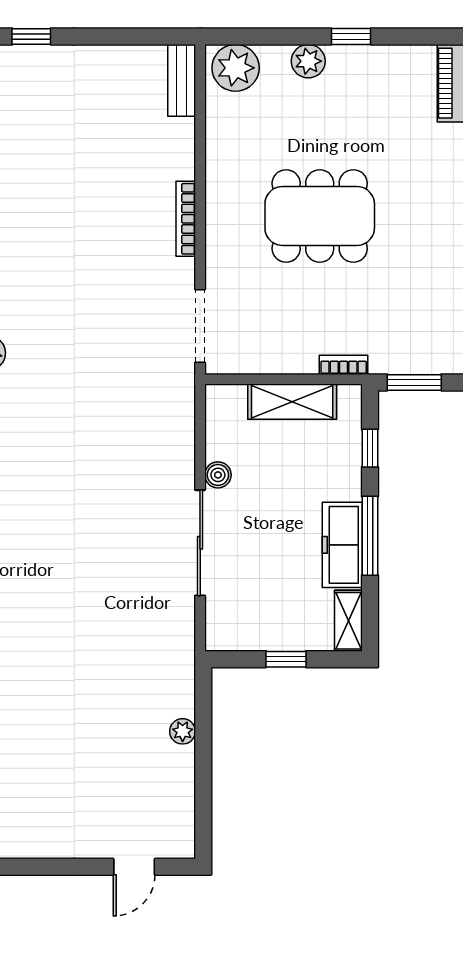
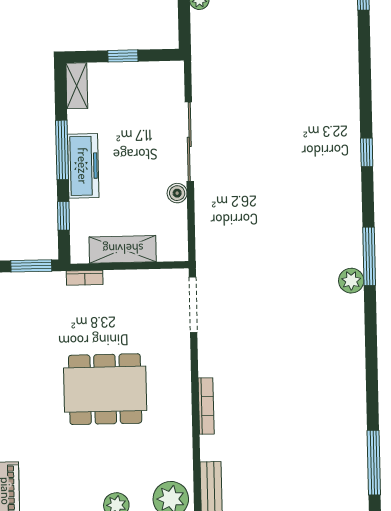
bookcase: (186, 219) -> (206, 406), moved
freezer: (342, 545) -> (83, 166), moved

